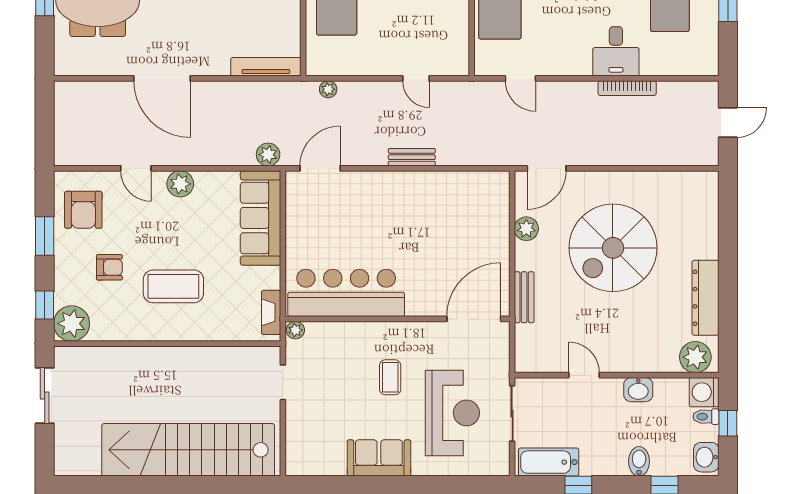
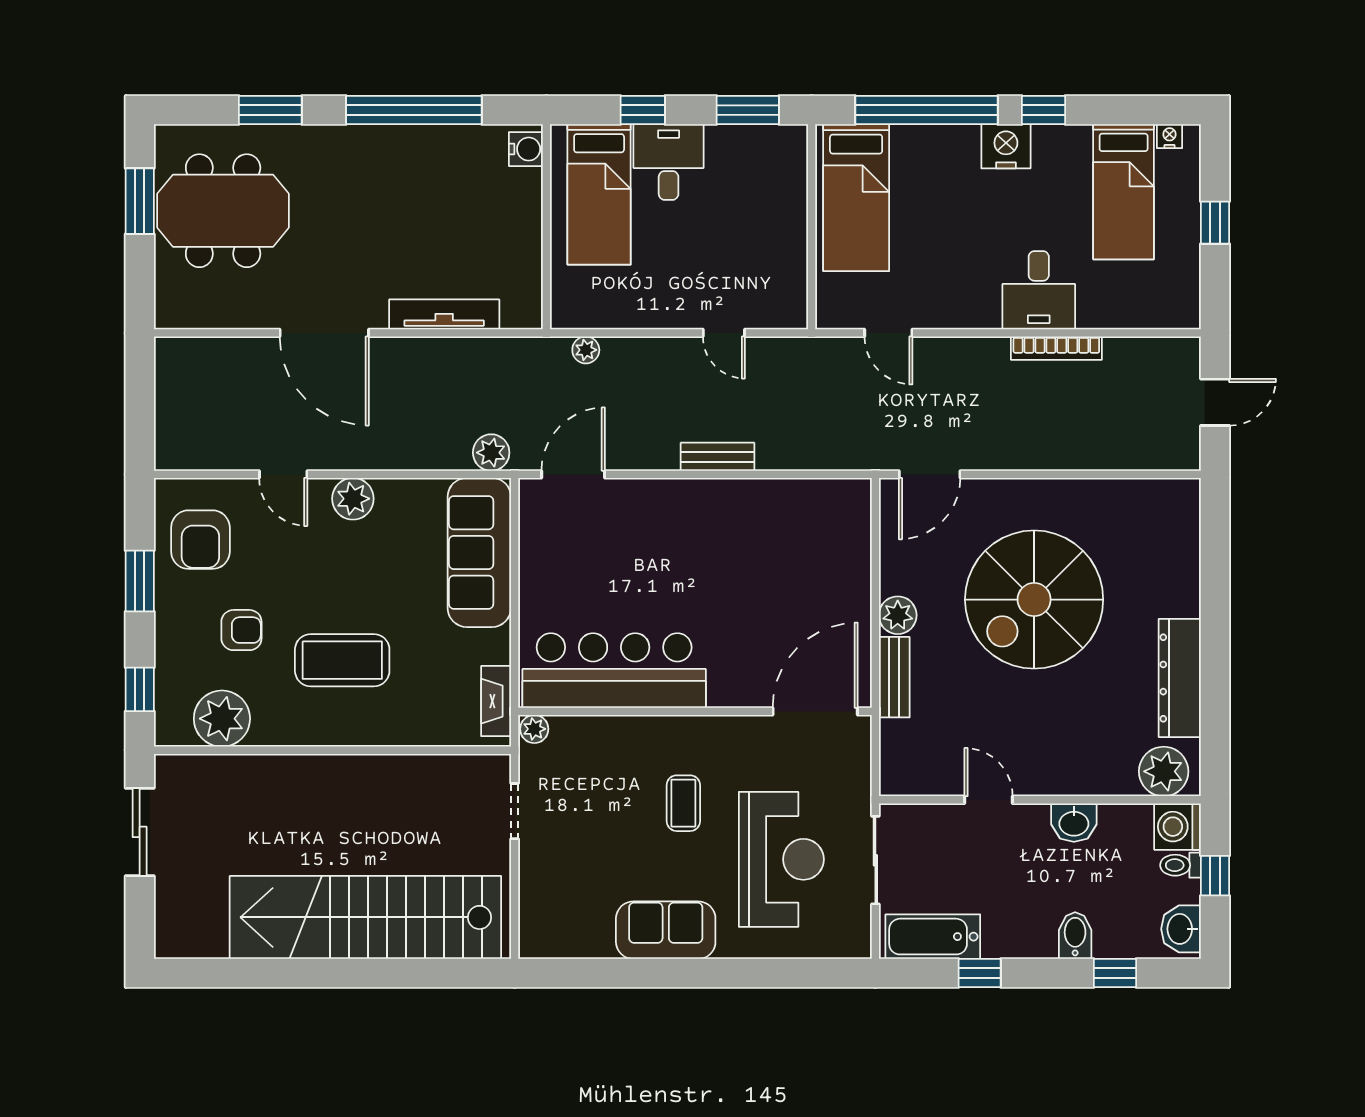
tv unit: (266, 67) -> (444, 314), moved
plant: (526, 229) -> (898, 615), moved
plant: (72, 324) -> (222, 719), moved

